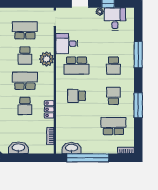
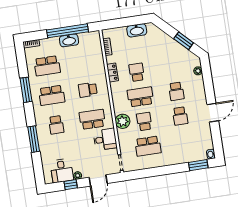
school desk: (113, 66) -> (56, 125), turned 180
school desk: (25, 81) -> (140, 97), turned 180
school desk: (77, 96) -> (88, 90), turned 180
school desk: (113, 96) -> (52, 95), width x1.85
washbasin: (72, 148) -> (69, 40), moved

